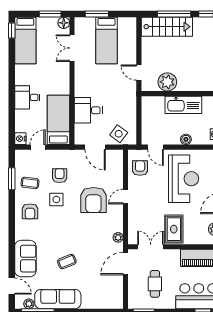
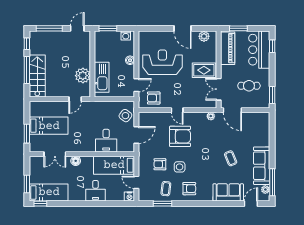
window: (50, 14) -> (27, 184), moved
floor lamp: (64, 23) -> (76, 161), moved
kitchen sink: (183, 105) -> (102, 77), moved

